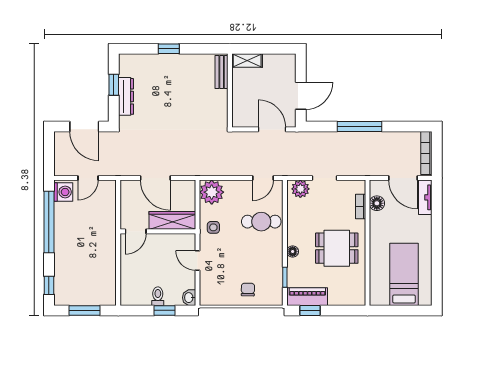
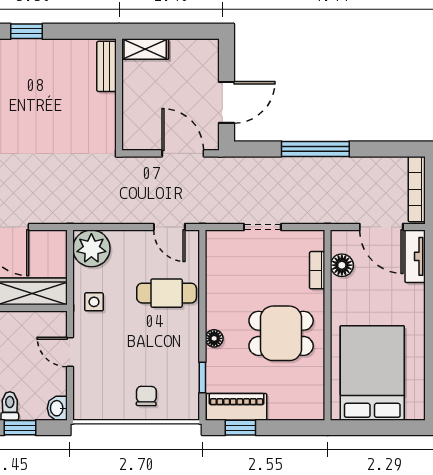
door: (263, 178) -> (169, 227), hinge flipped
plant: (300, 189) -> (226, 243), removed
bed: (404, 274) -> (372, 373), width x1.50

